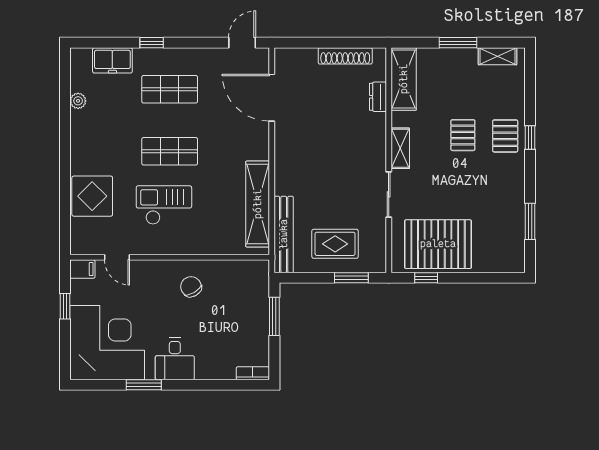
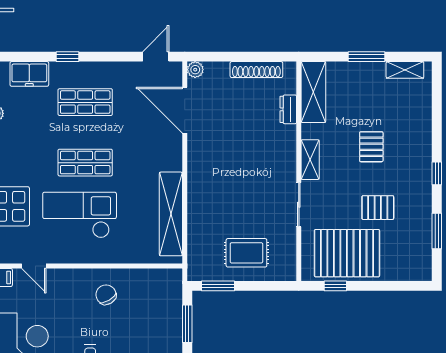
plant: (283, 56) -> (195, 70), added
pallet: (505, 136) -> (378, 208), moved, turned 90
window: (530, 137) -> (437, 173), moved
checkout: (164, 205) -> (80, 215), width x1.36, depth x1.21
bench: (284, 234) -> (196, 244), removed
window: (351, 278) -> (218, 286), moved

